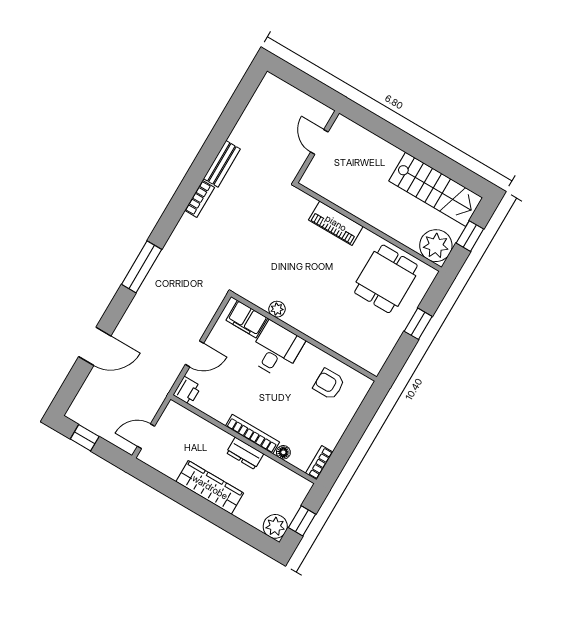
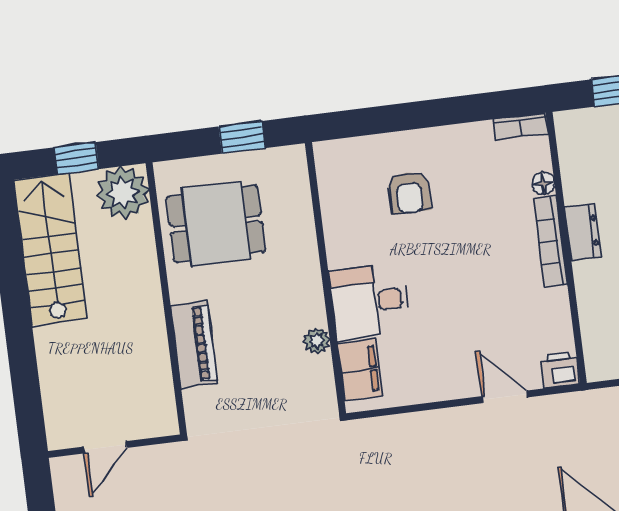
plant: (277, 309) -> (317, 341), moved
filing cabinet: (247, 319) -> (360, 370), moved
wall: (304, 337) -> (326, 278), moved
desk: (276, 349) -> (370, 302), moved

